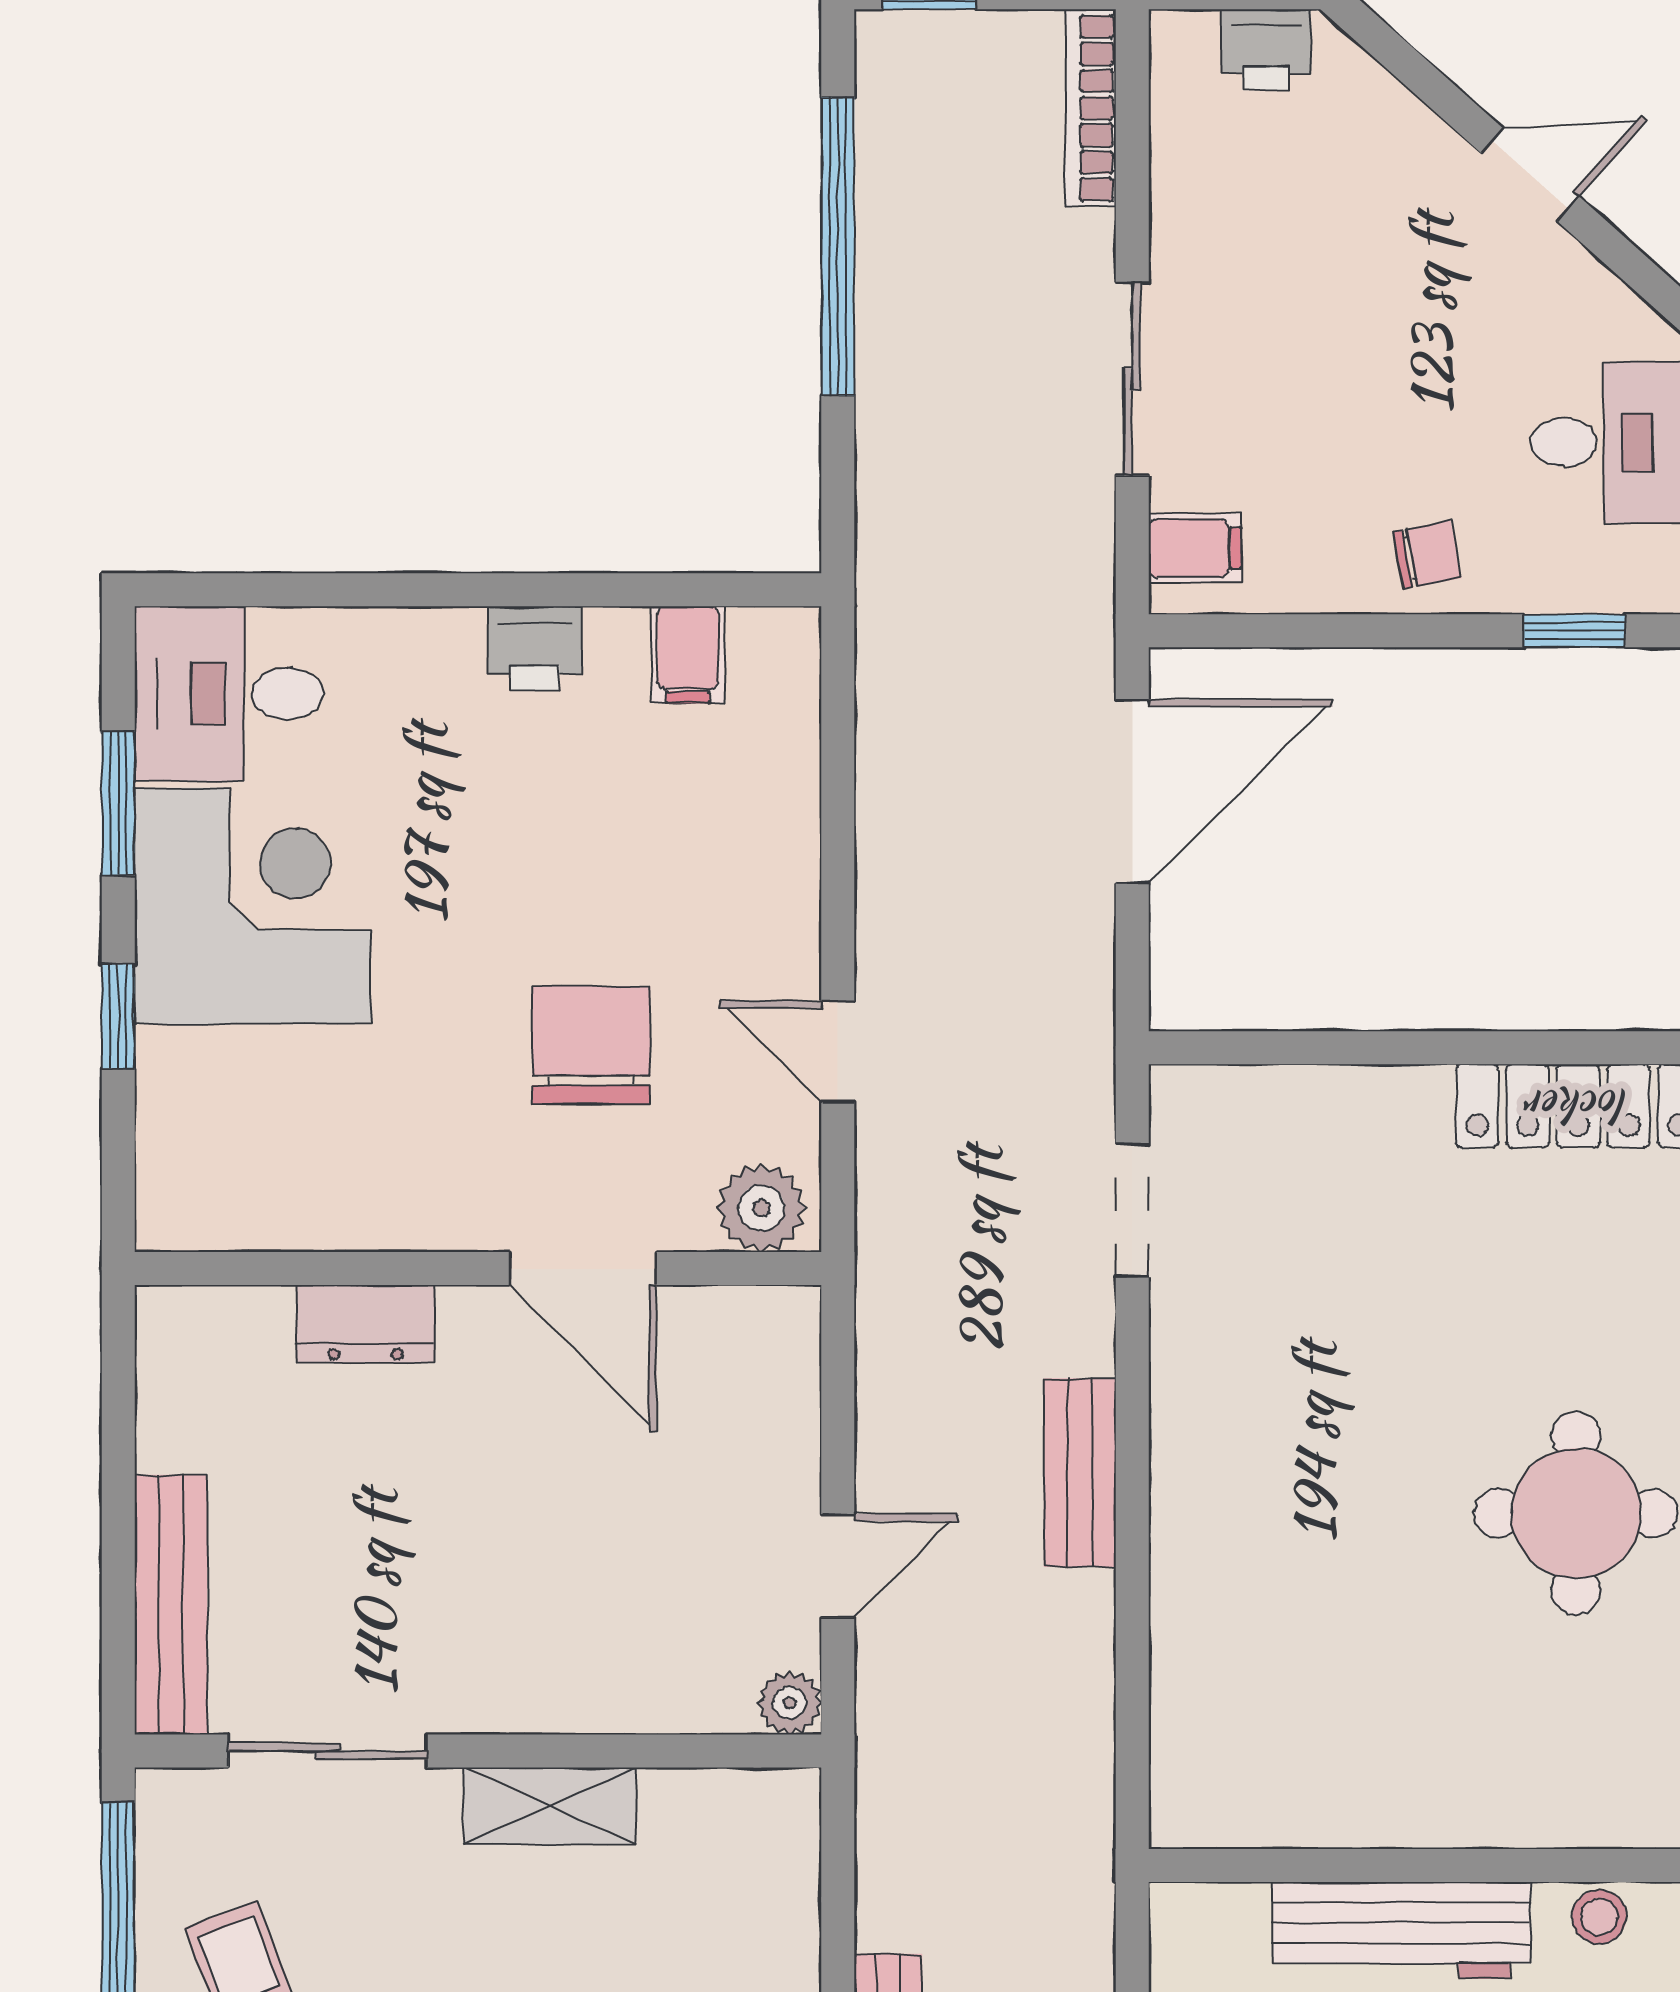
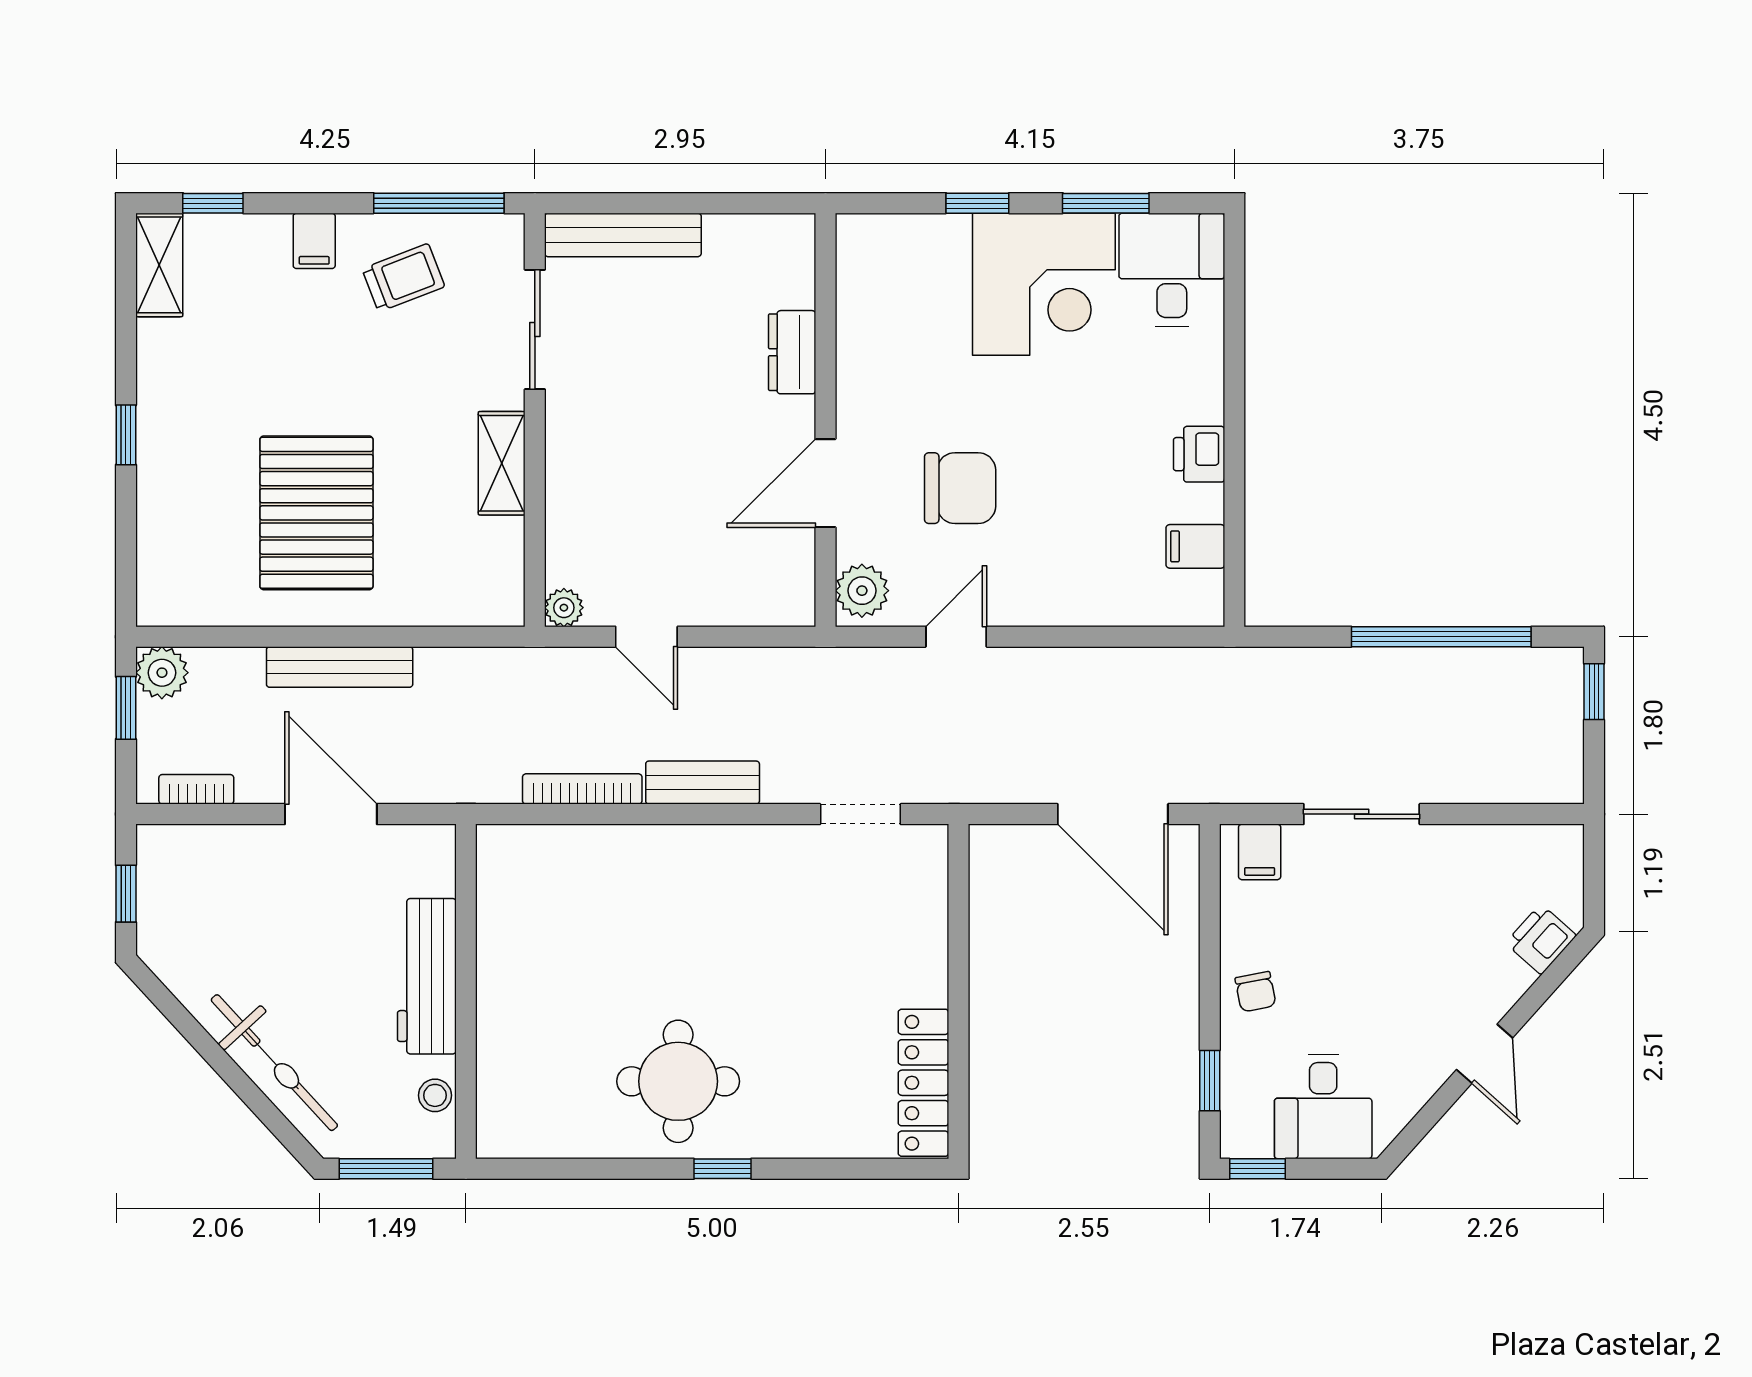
printer: (1266, 50) -> (1541, 939), moved, turned 42
bookcase: (1091, 108) -> (582, 789), moved

